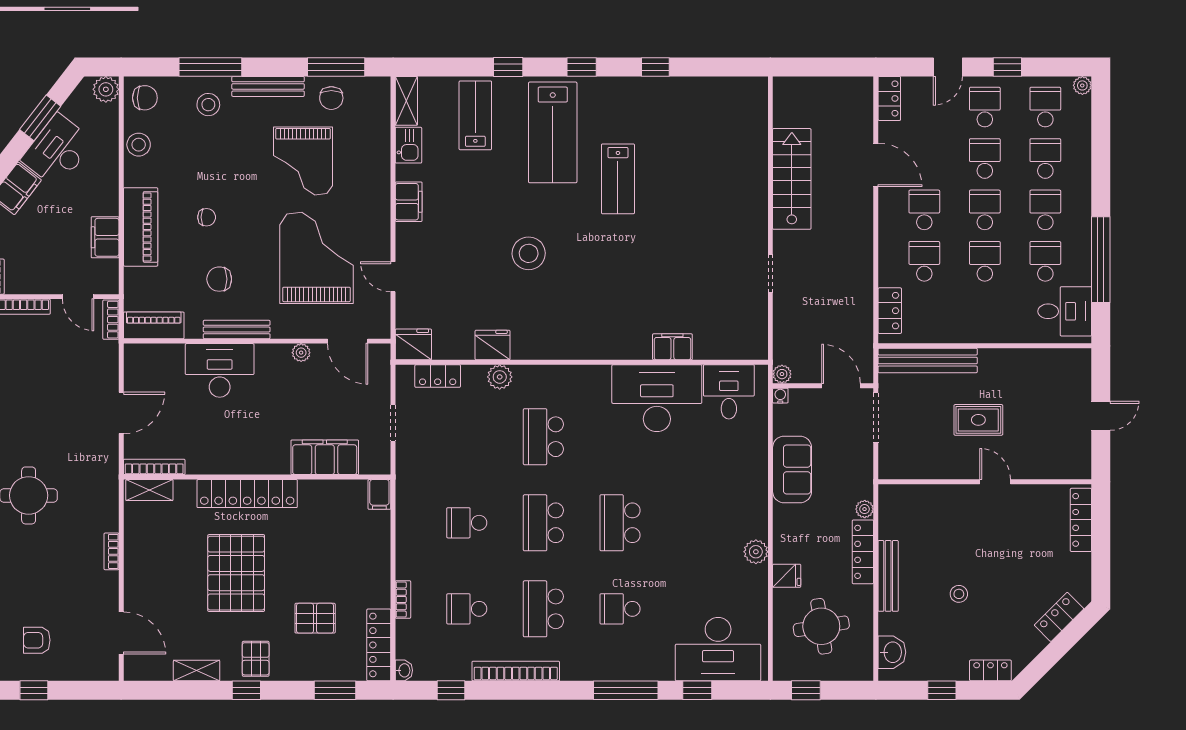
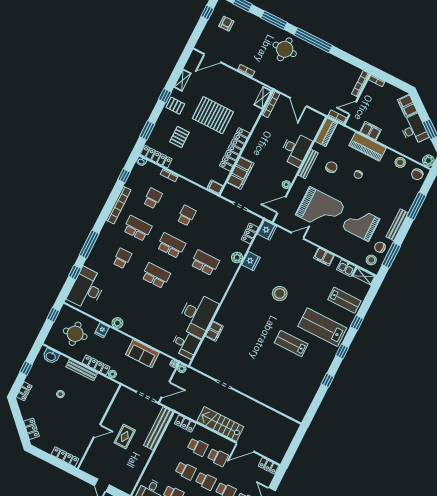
stool: (208, 105) -> (371, 260), moved
stairs: (792, 179) -> (220, 424), moved, turned 180
locker: (247, 494) -> (235, 149), moved

